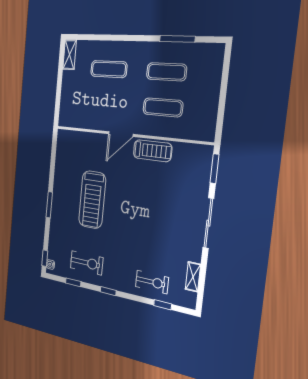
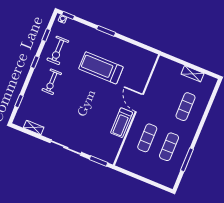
shelving: (70, 55) -> (193, 74), moved
exercise bike: (152, 282) -> (52, 82), moved

